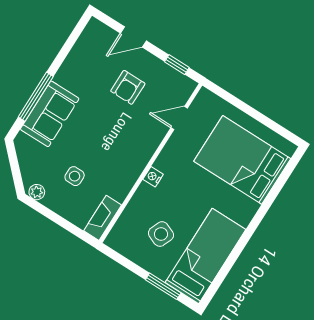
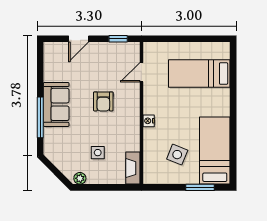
armchair: (128, 87) -> (103, 101), moved
sofa: (50, 114) -> (56, 104), moved
bed: (242, 160) -> (199, 73), width x0.67

